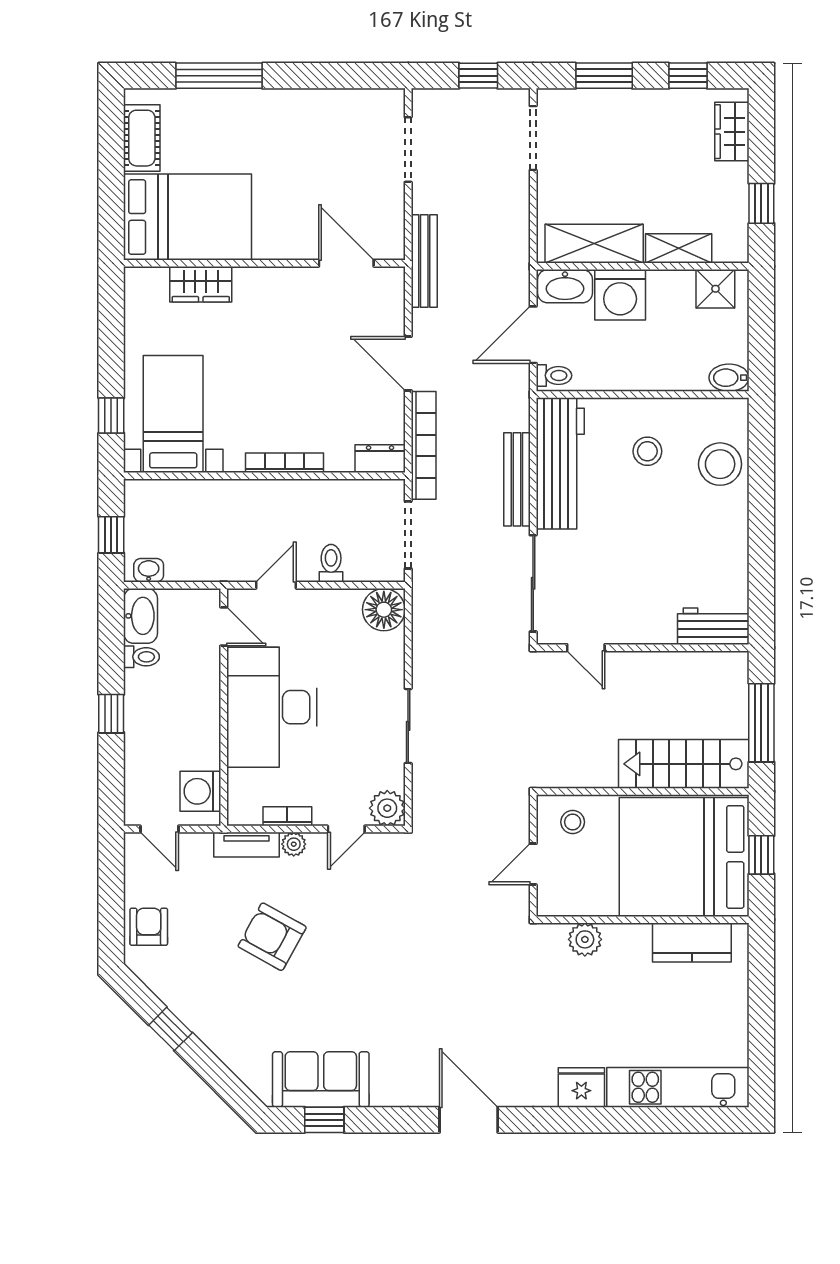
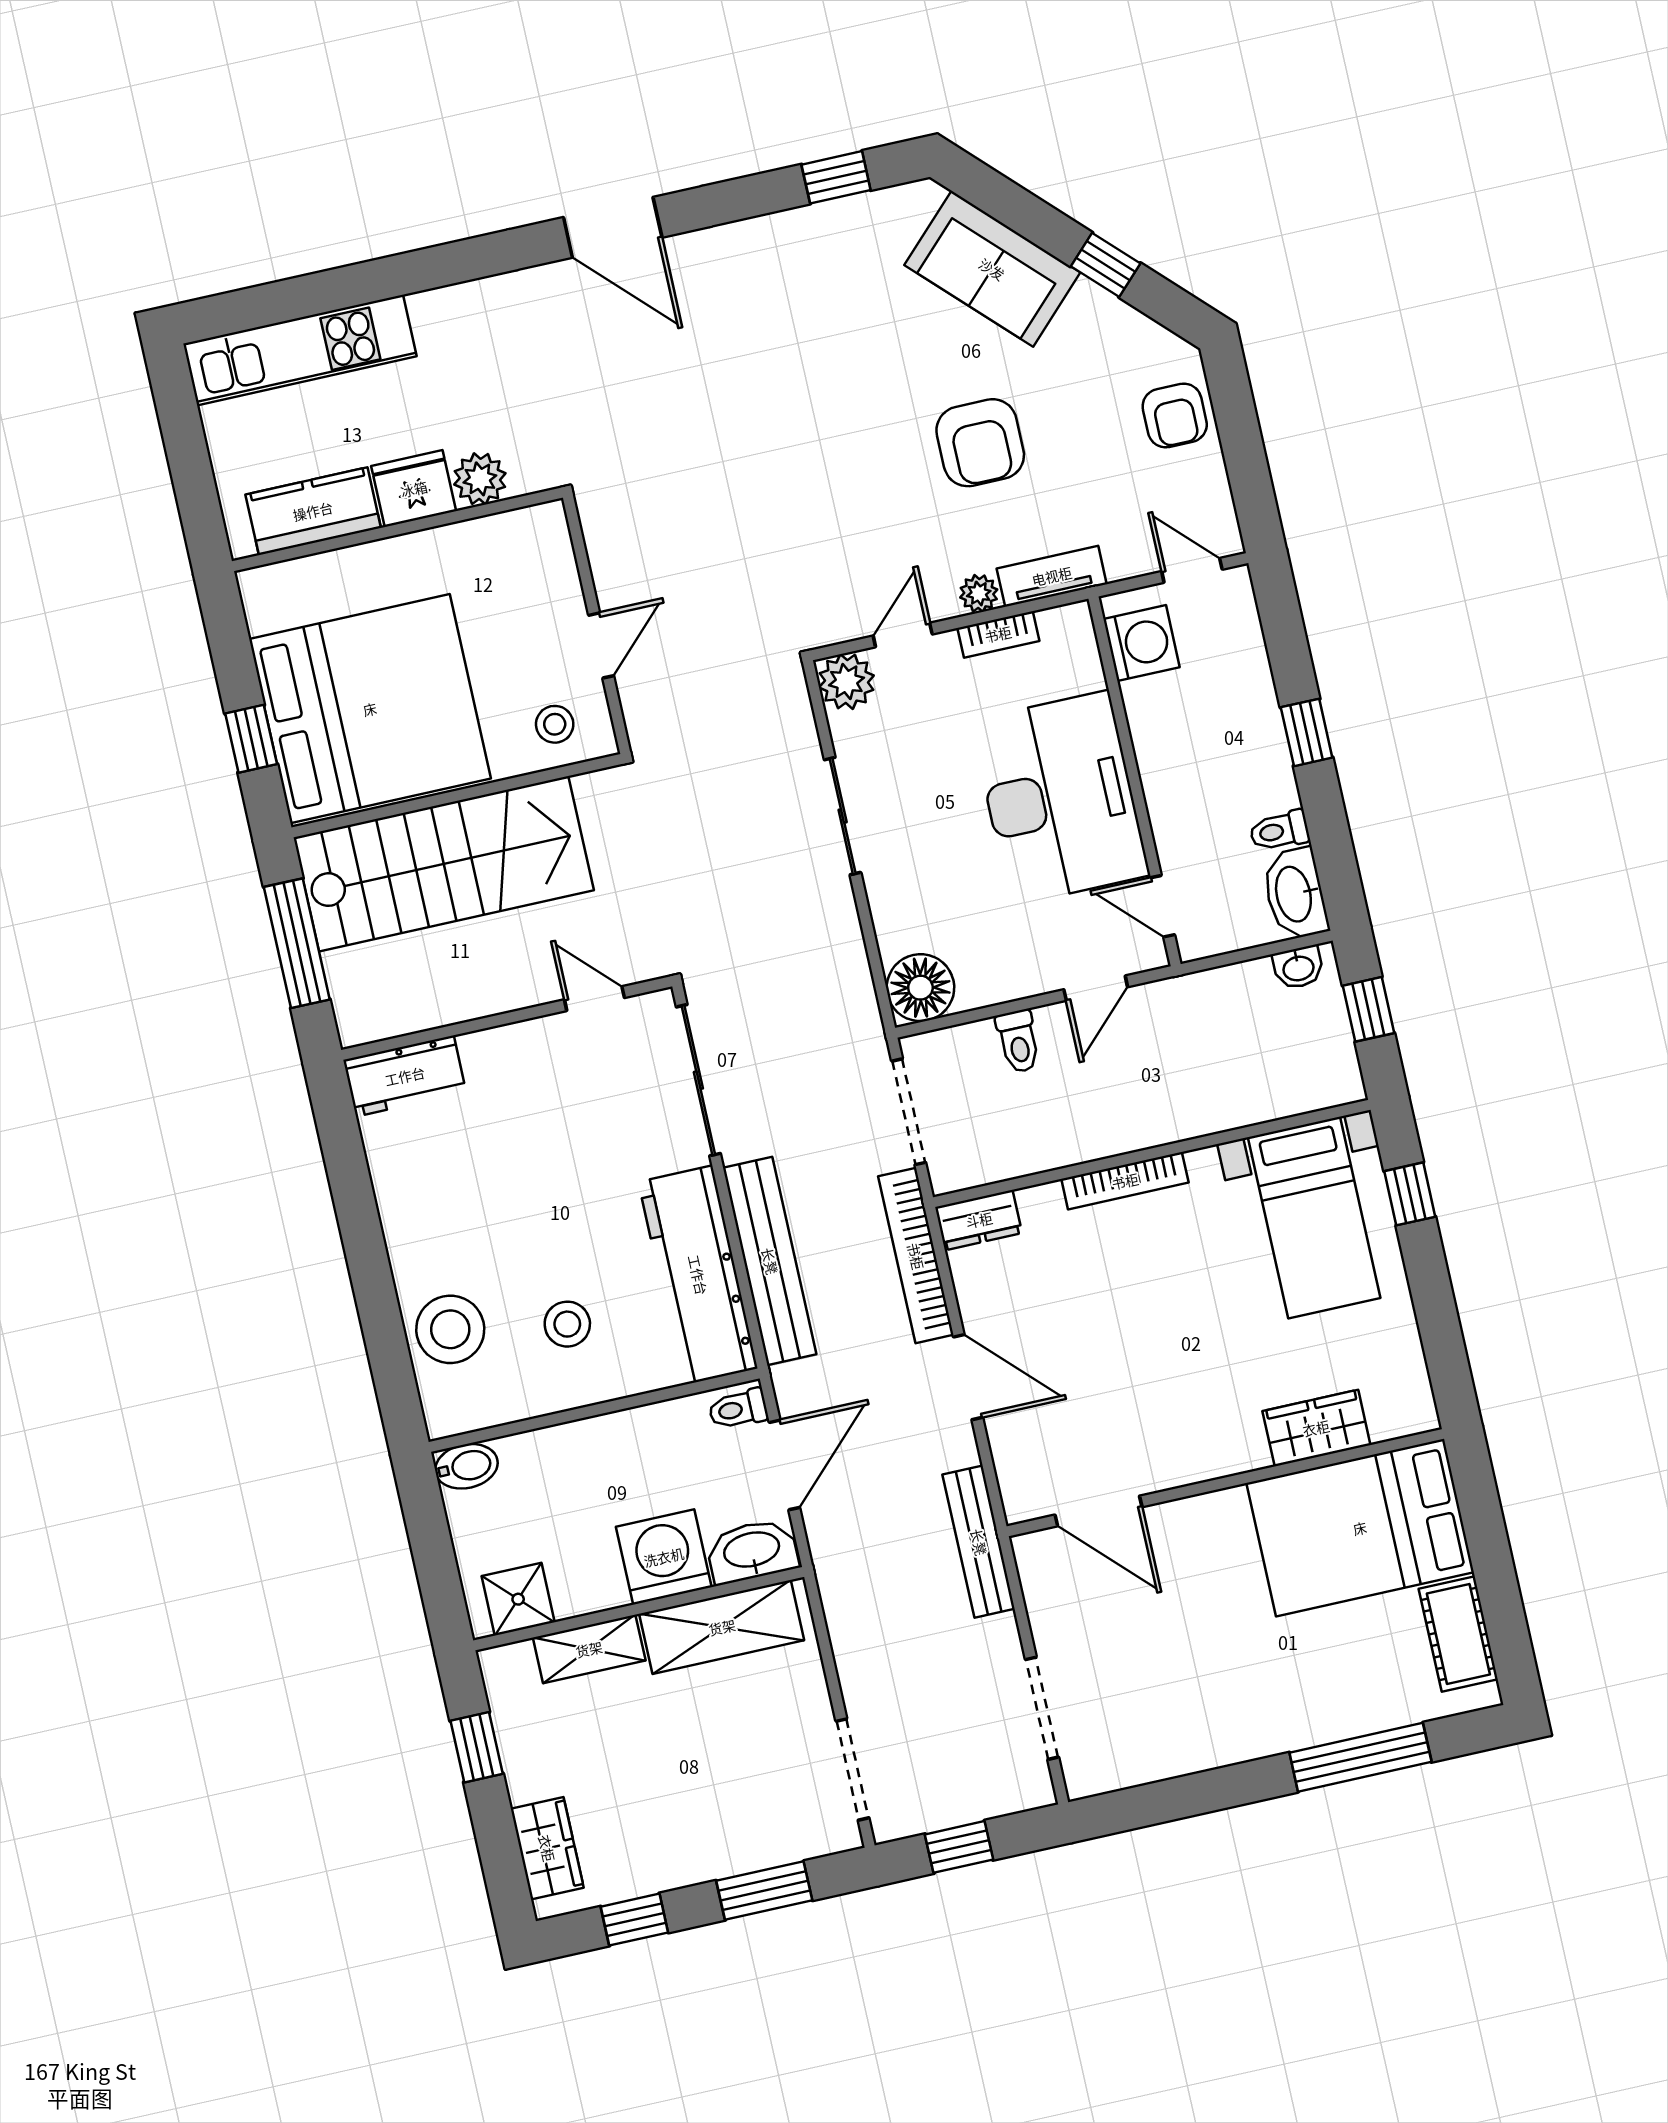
bench: (517, 479) -> (770, 1261), width x1.37, depth x1.21
stairs: (684, 764) -> (444, 864), width x1.36, depth x1.51
wall: (643, 920) -> (397, 529), moved
armchair: (272, 937) -> (980, 443), turned 61
plant: (585, 939) -> (480, 479), moved
kitchen counter: (692, 943) -> (313, 511), moved
sofa: (321, 1079) -> (992, 269), moved, turned 45
fridge: (581, 1087) -> (414, 489), moved, turned 180

